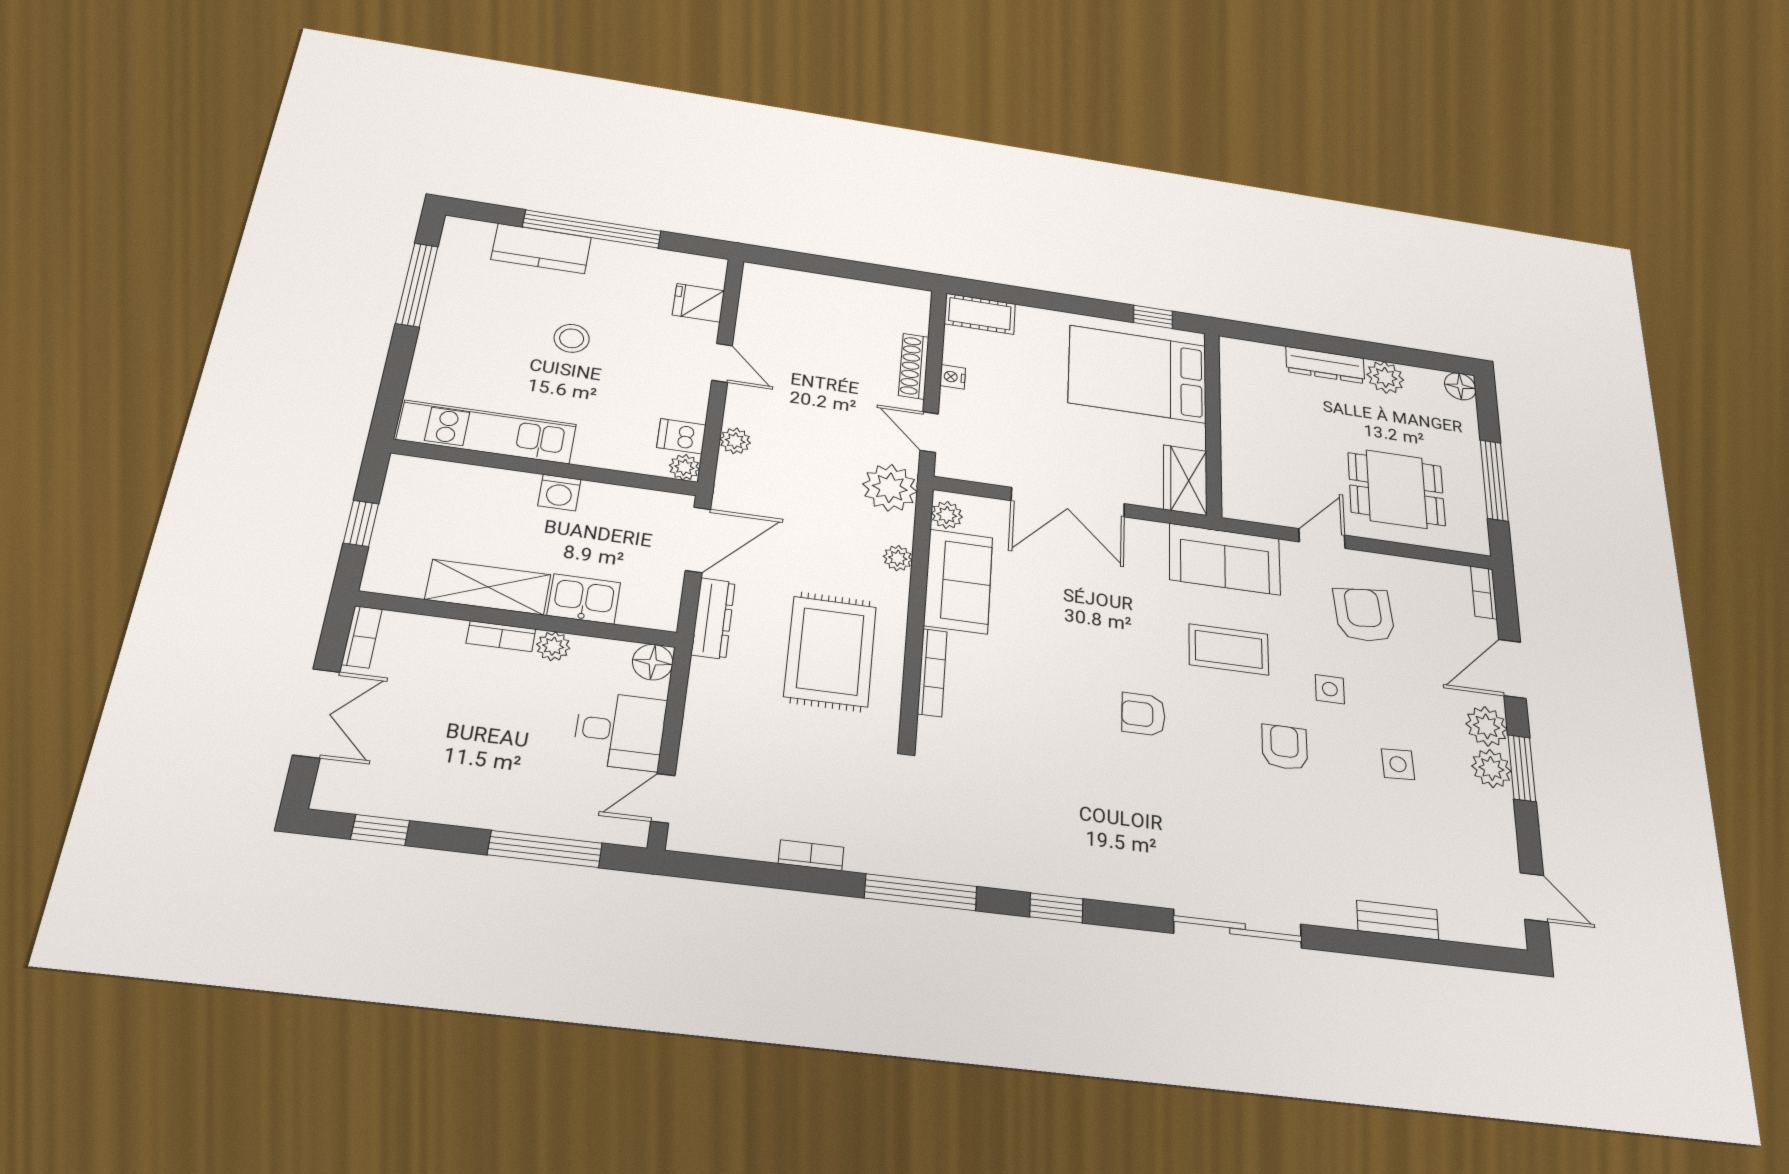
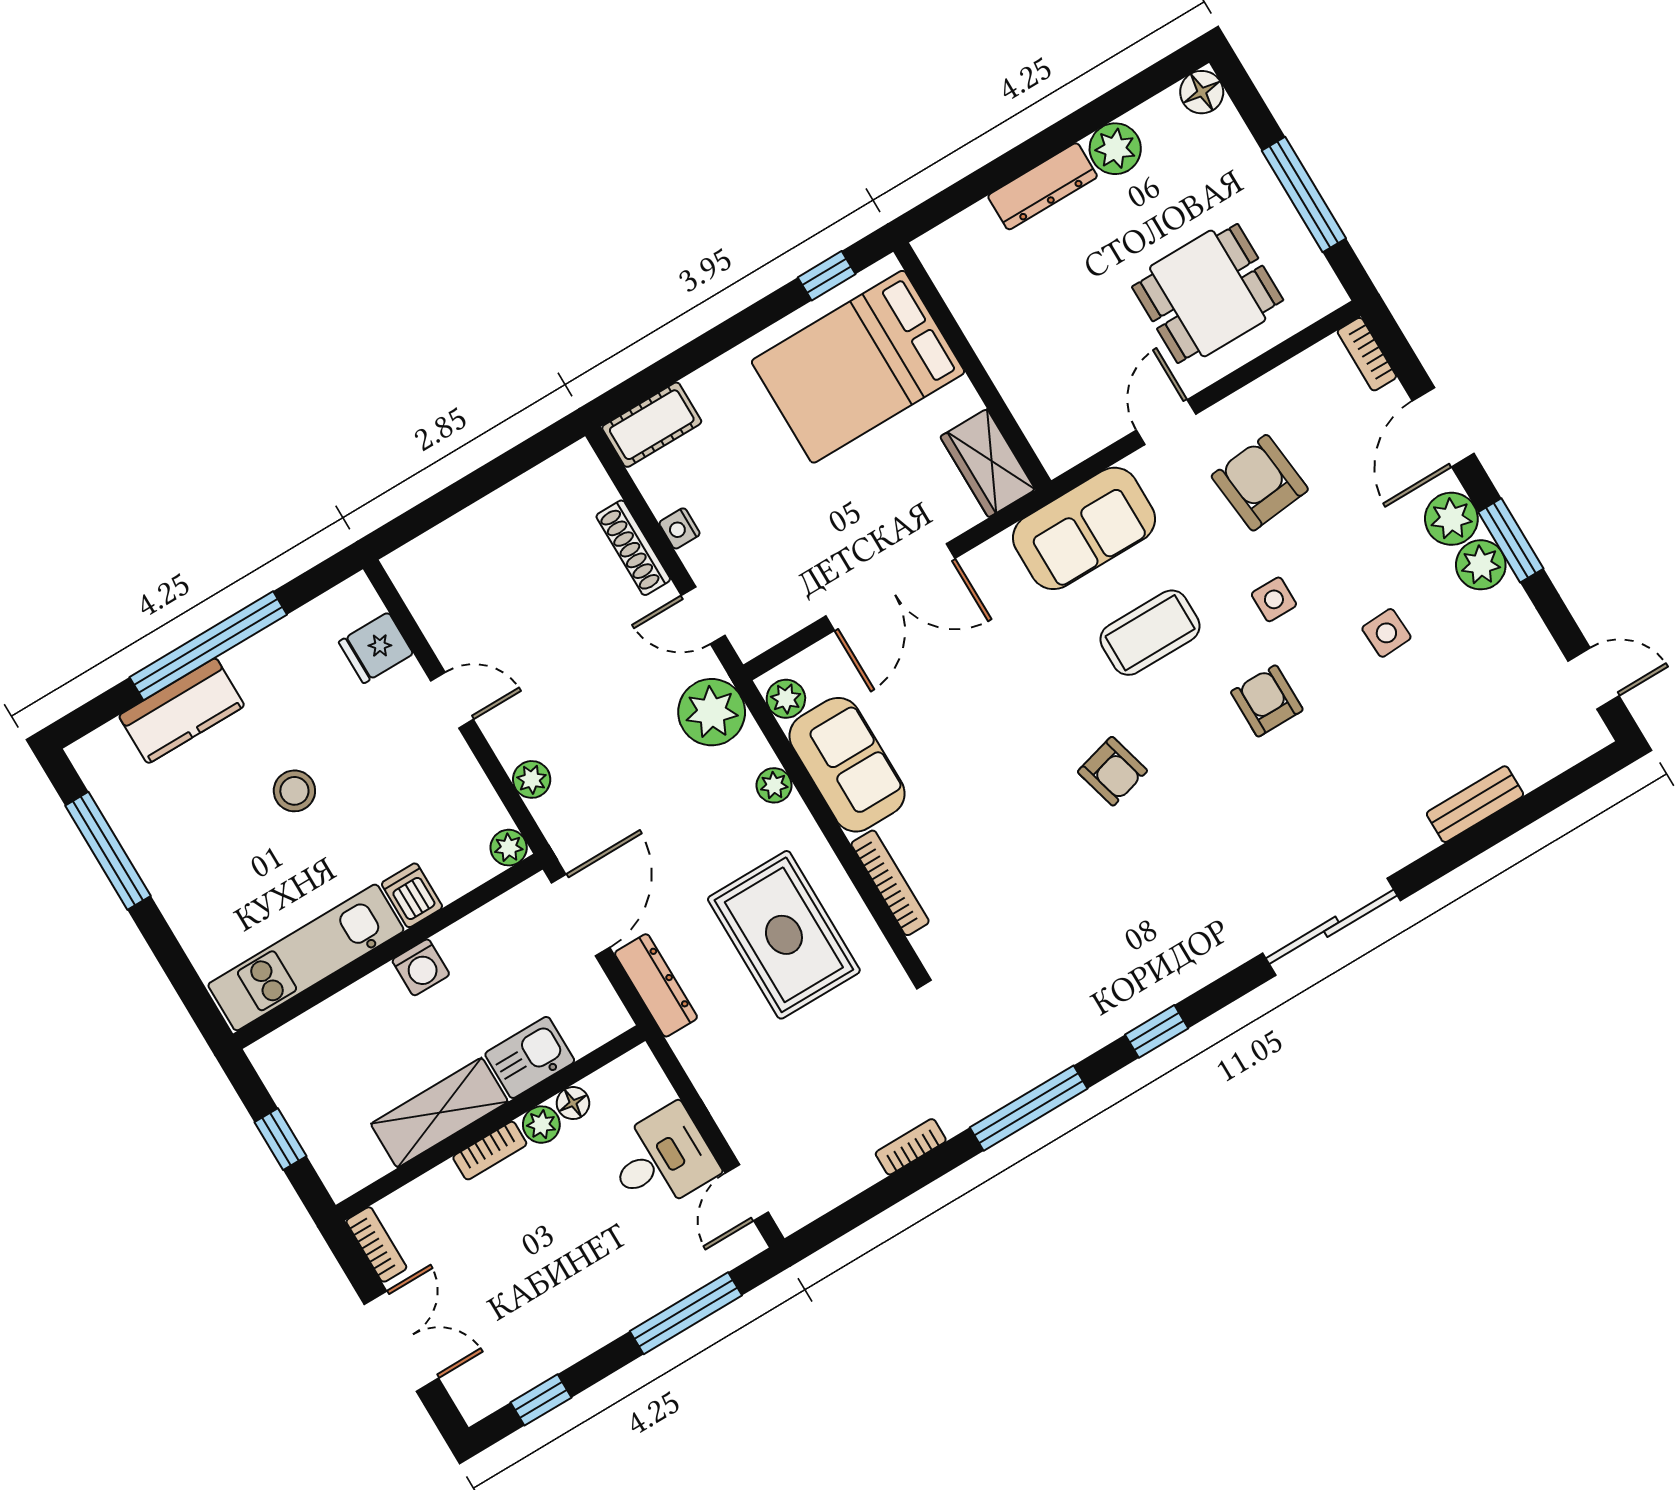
dishwasher: (681, 436) -> (412, 895), moved, turned 90
floor lamp: (653, 662) -> (573, 1103), moved, width x0.73, depth x0.73
armchair: (1143, 714) -> (1112, 771), turned -105

